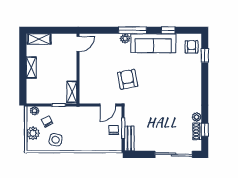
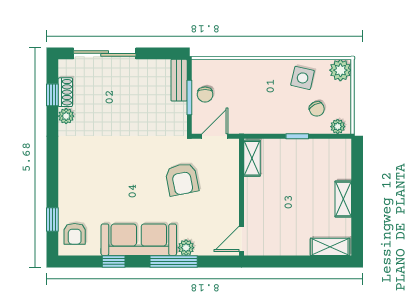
door: (78, 44) -> (242, 239), moved
wall: (78, 69) -> (242, 197), moved
shelving: (72, 92) -> (252, 158), moved
plant: (33, 133) -> (340, 70), moved

